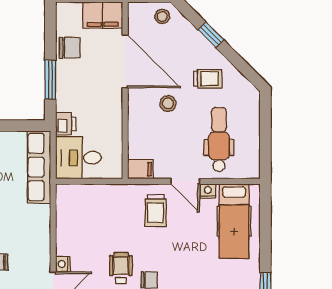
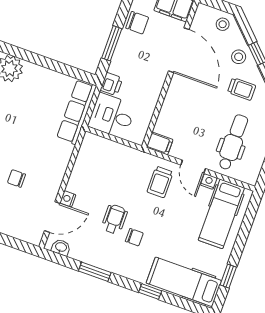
stool: (168, 103) -> (239, 57), moved

